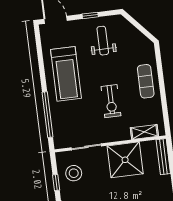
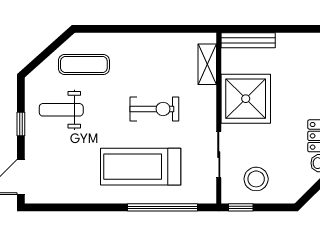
treadmill: (66, 74) -> (141, 167), moved, turned 180
exercise mat: (146, 81) -> (84, 64), moved
window: (56, 183) -> (241, 207), moved

